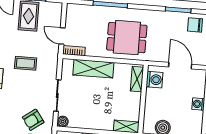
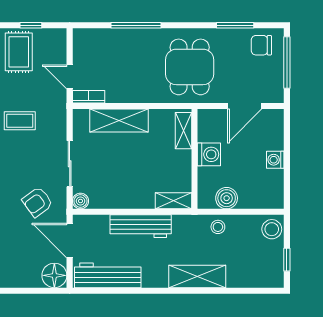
dining table: (127, 38) -> (190, 67), moved, turned 90
door: (180, 66) -> (245, 106), swing flipped
washing machine: (154, 80) -> (209, 154), moved

